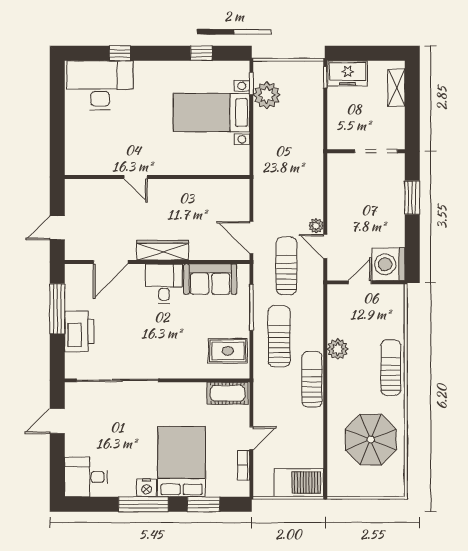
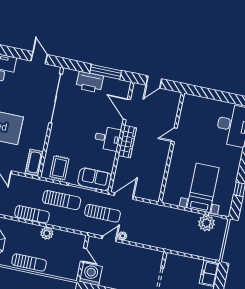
door: (57, 228) -> (154, 82), swing flipped
sofa: (210, 279) -> (95, 179), moved, turned 90

